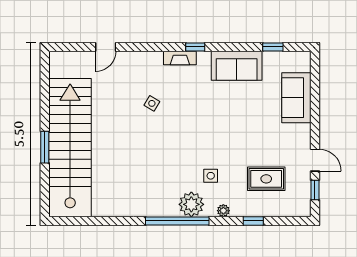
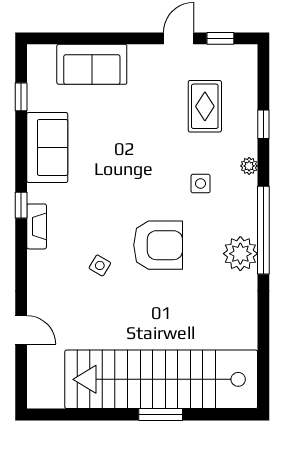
armchair: (166, 145) -> (158, 245), added
plant: (191, 204) -> (240, 254), moved

